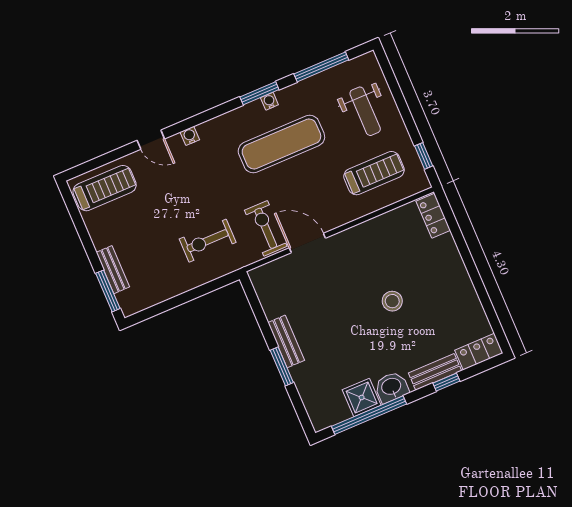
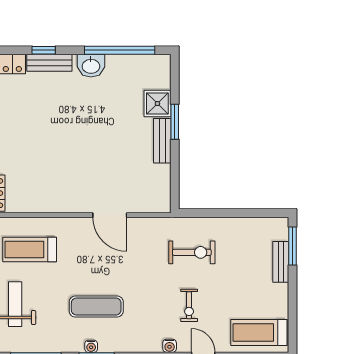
exercise mat: (281, 144) -> (96, 307), width x0.73, depth x0.69
exercise bike: (266, 228) -> (189, 305), moved, width x0.73, depth x0.72
stool: (392, 301) -> (60, 137), removed
shower: (362, 397) -> (157, 104), moved

